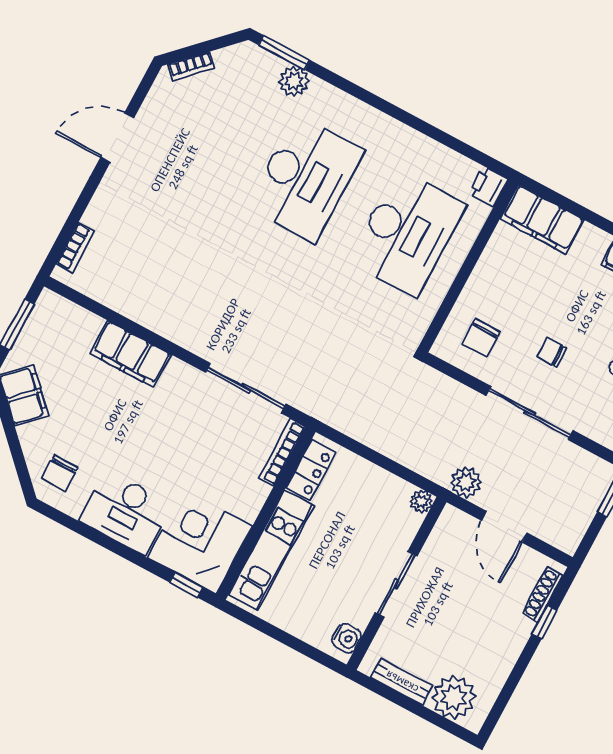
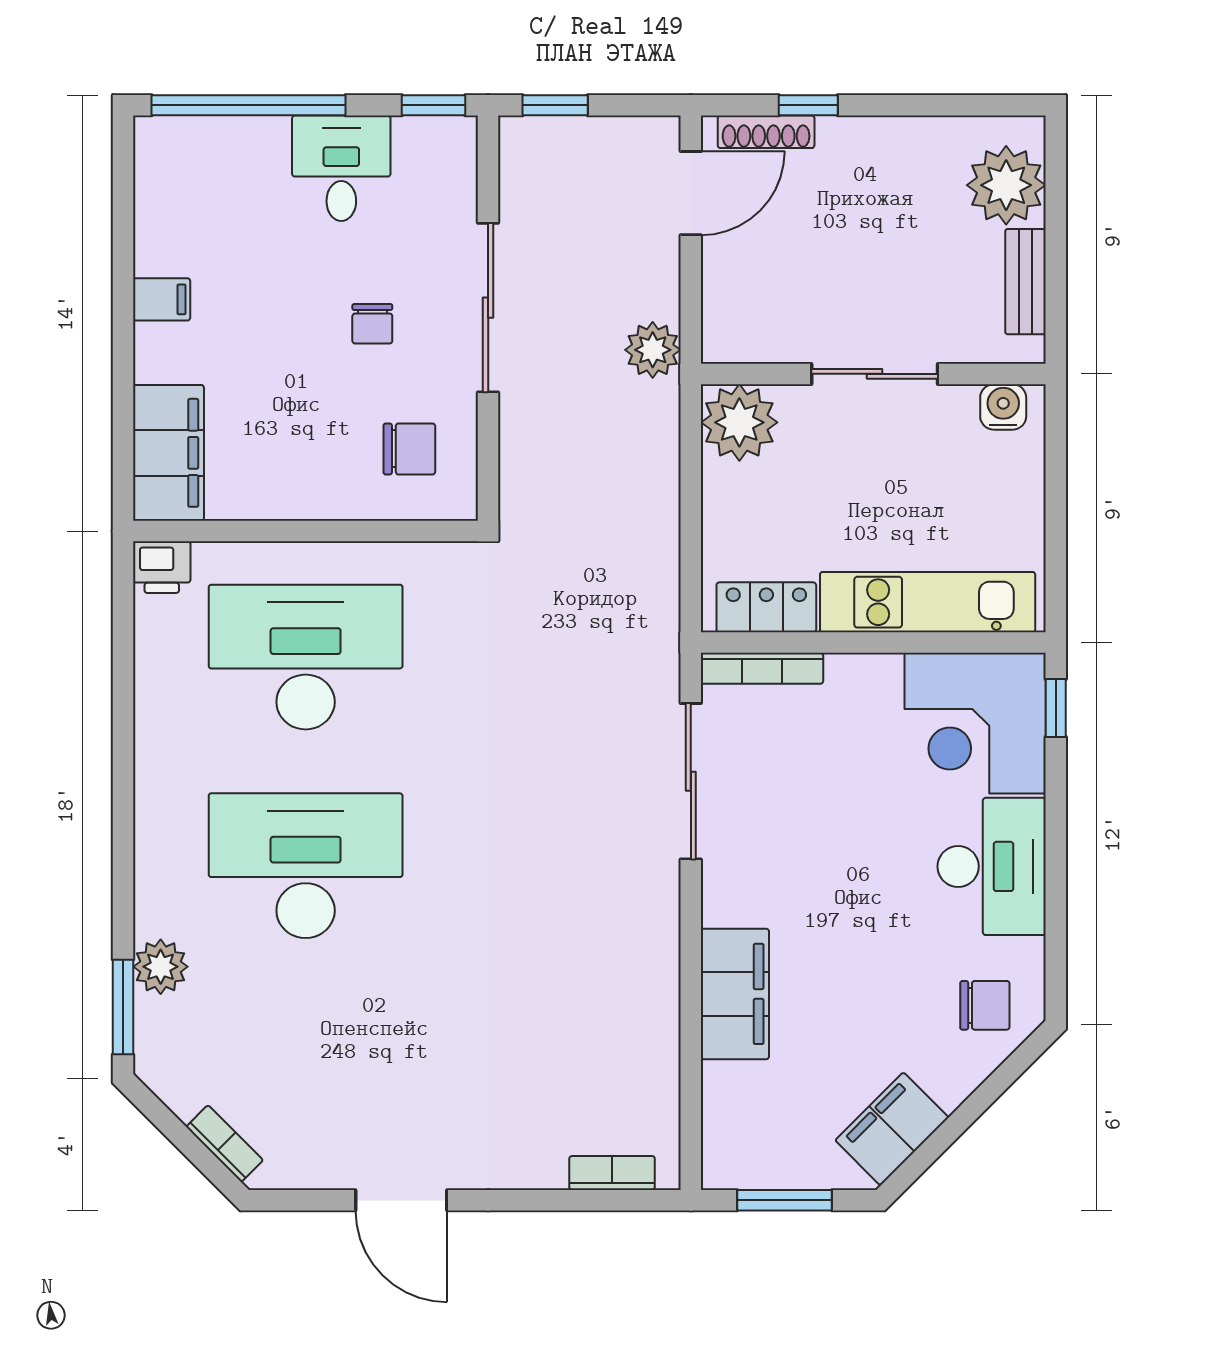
plant: (421, 501) -> (739, 422), width x1.87, depth x1.87
door: (504, 527) -> (691, 193), moved

